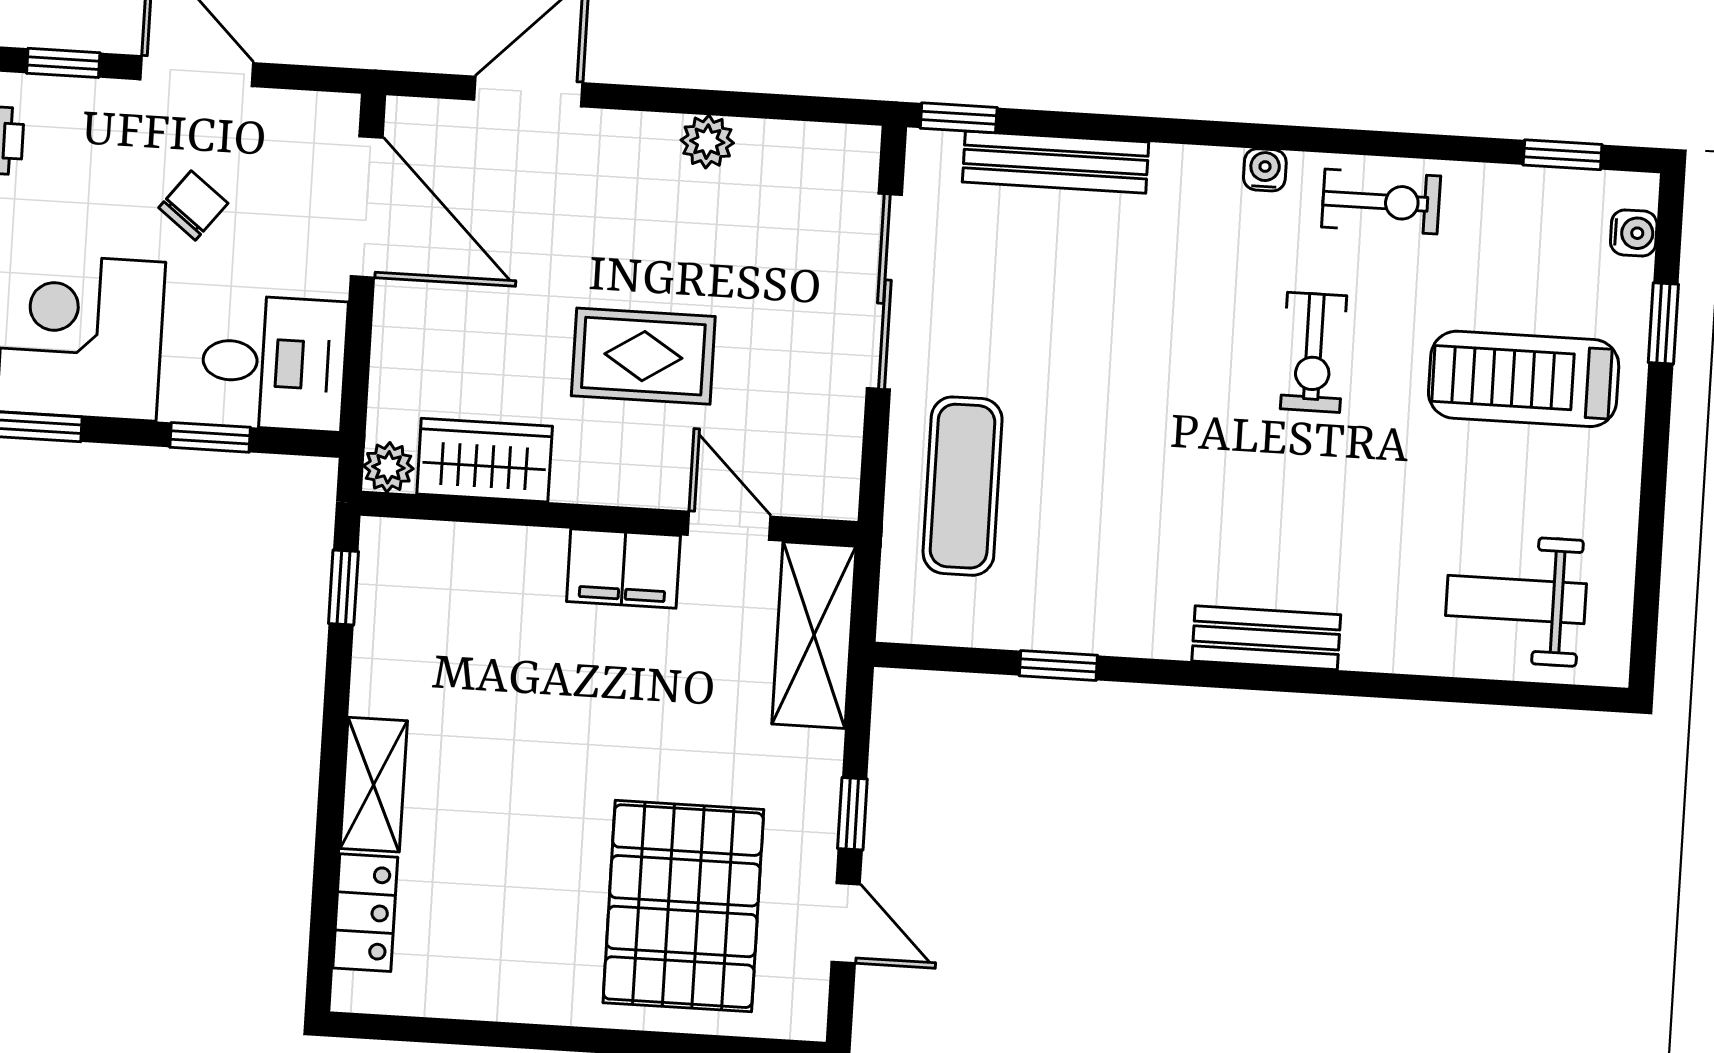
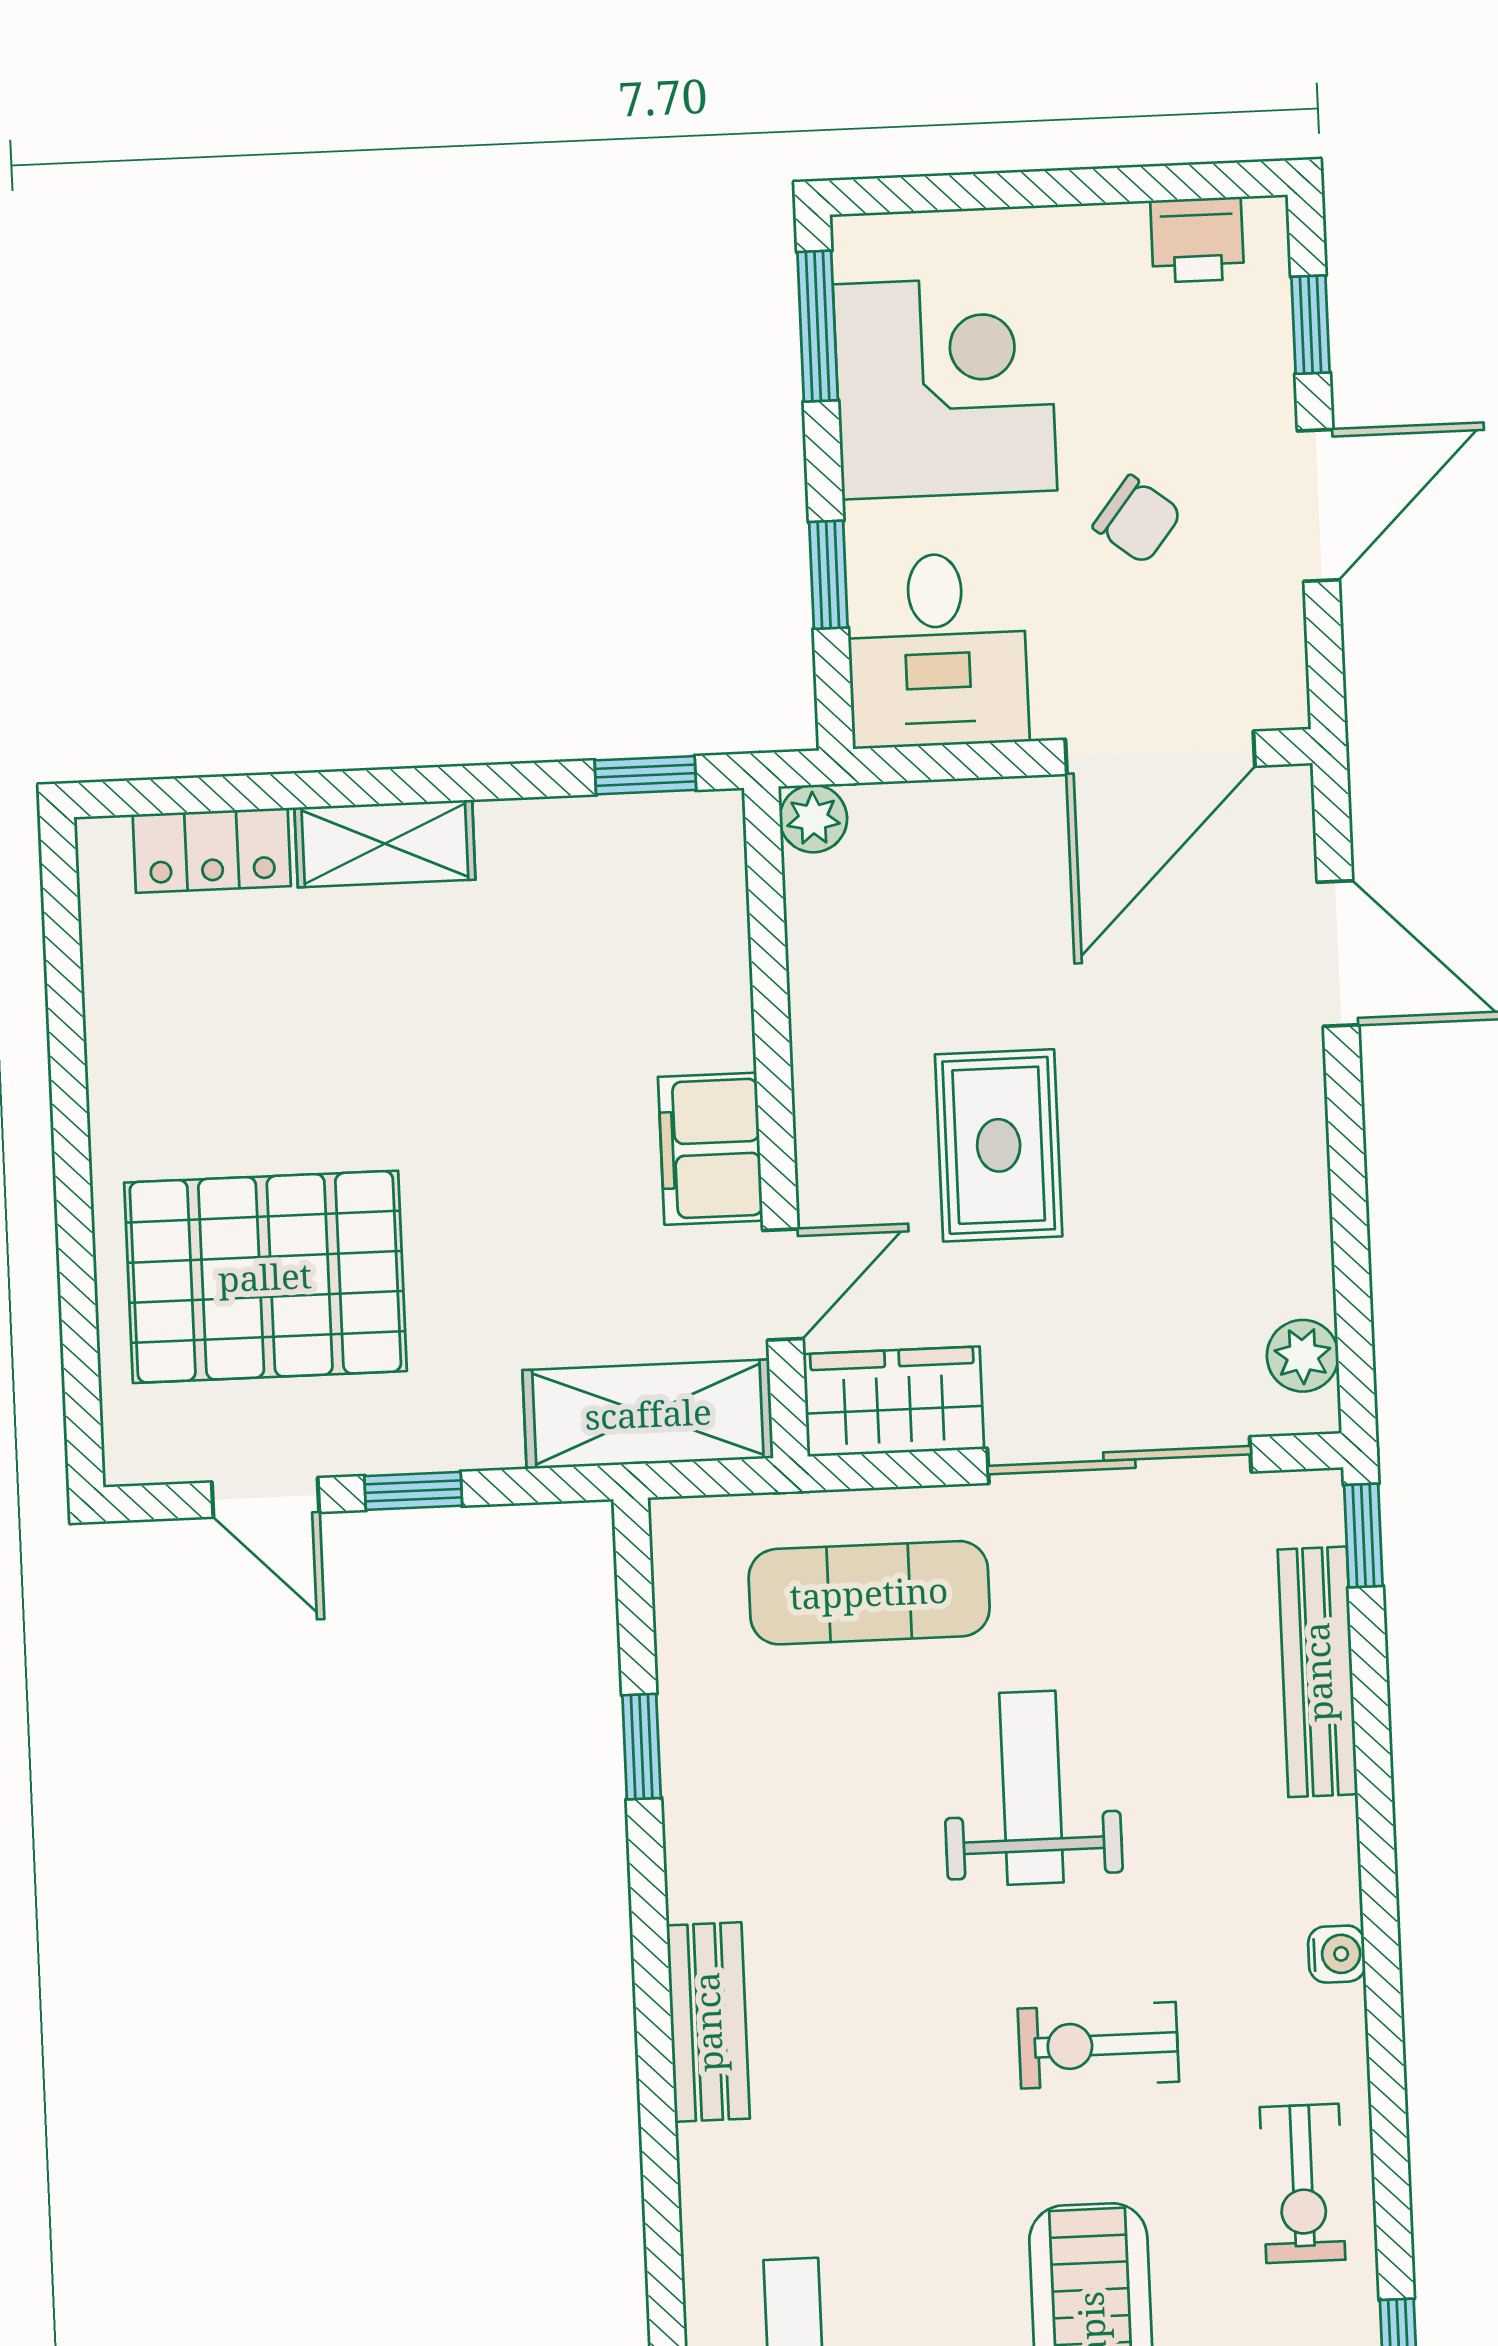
plant: (707, 142) -> (1303, 1356), moved
exercise bike: (1381, 202) -> (1303, 2183), moved
weight bench: (1119, 382) -> (1031, 1788), added
wardrobe: (485, 460) -> (894, 1402), moved, turned -90
door: (846, 923) -> (265, 1497), hinge flipped

